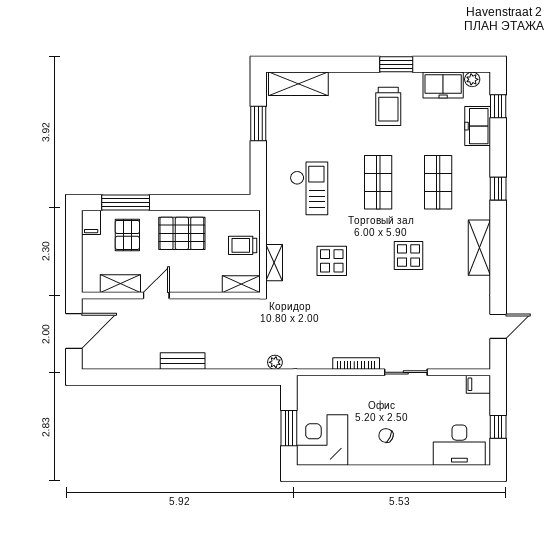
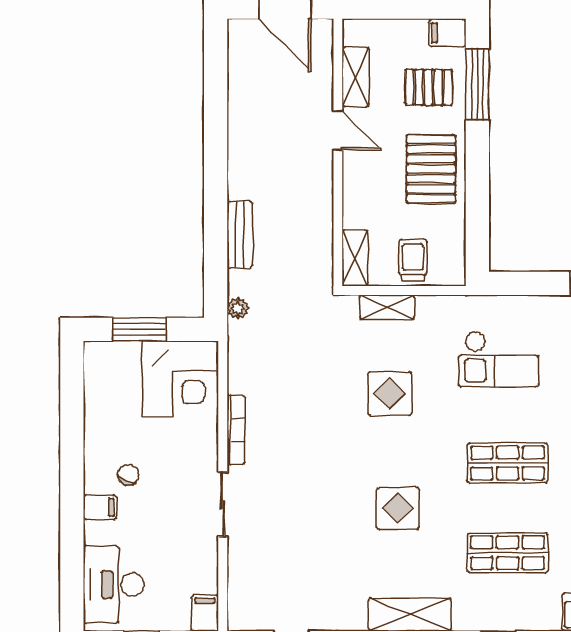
bench: (183, 361) -> (240, 235), moved
corner desk: (322, 440) -> (180, 379), moved, turned 90
filing cabinet: (408, 454) -> (100, 507), added

